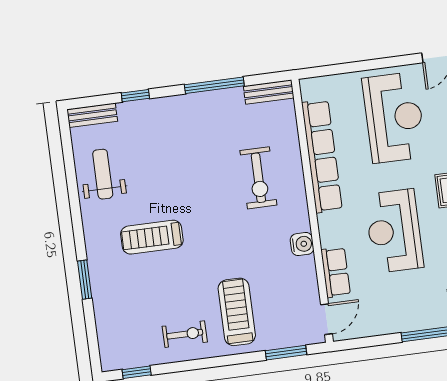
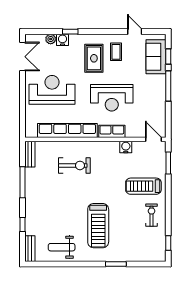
treadmill: (152, 237) -> (98, 226), width x1.37, depth x1.38
water cooler: (302, 244) -> (126, 147), moved
row of seats: (336, 272) -> (112, 131), moved

